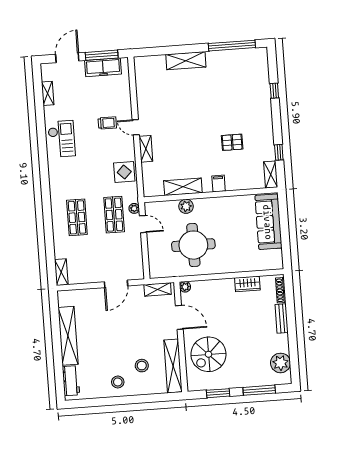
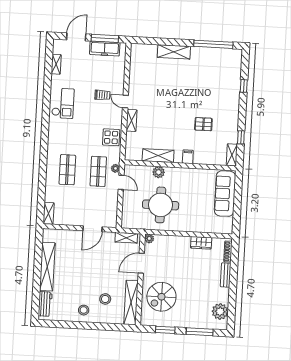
door: (179, 317) -> (141, 263), swing flipped

